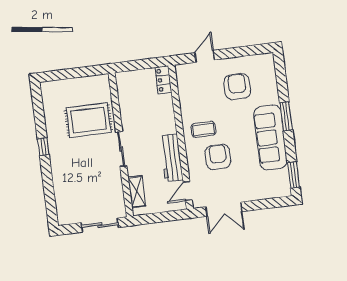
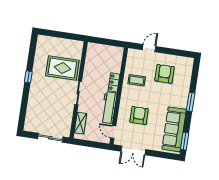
locker: (163, 80) -> (114, 82), moved
coffee table: (203, 129) -> (137, 80), moved
sofa: (270, 137) -> (174, 129), moved
door: (188, 191) -> (113, 132), hinge flipped

